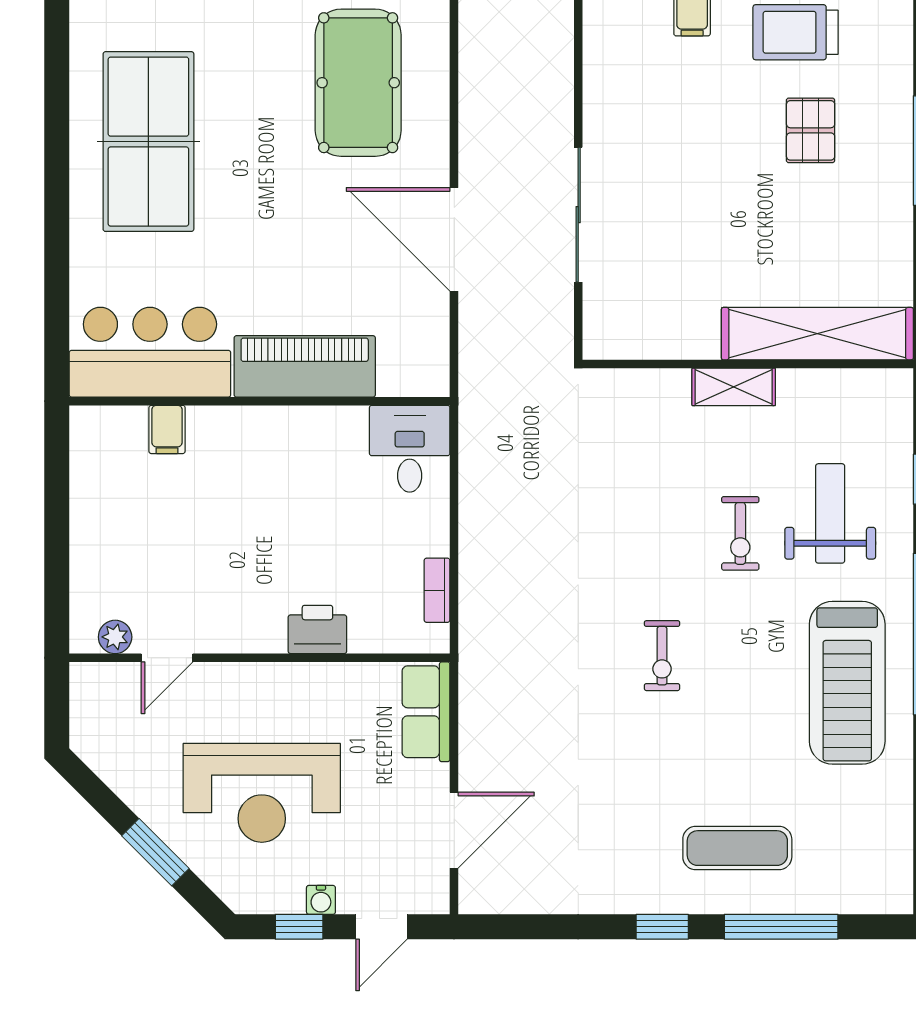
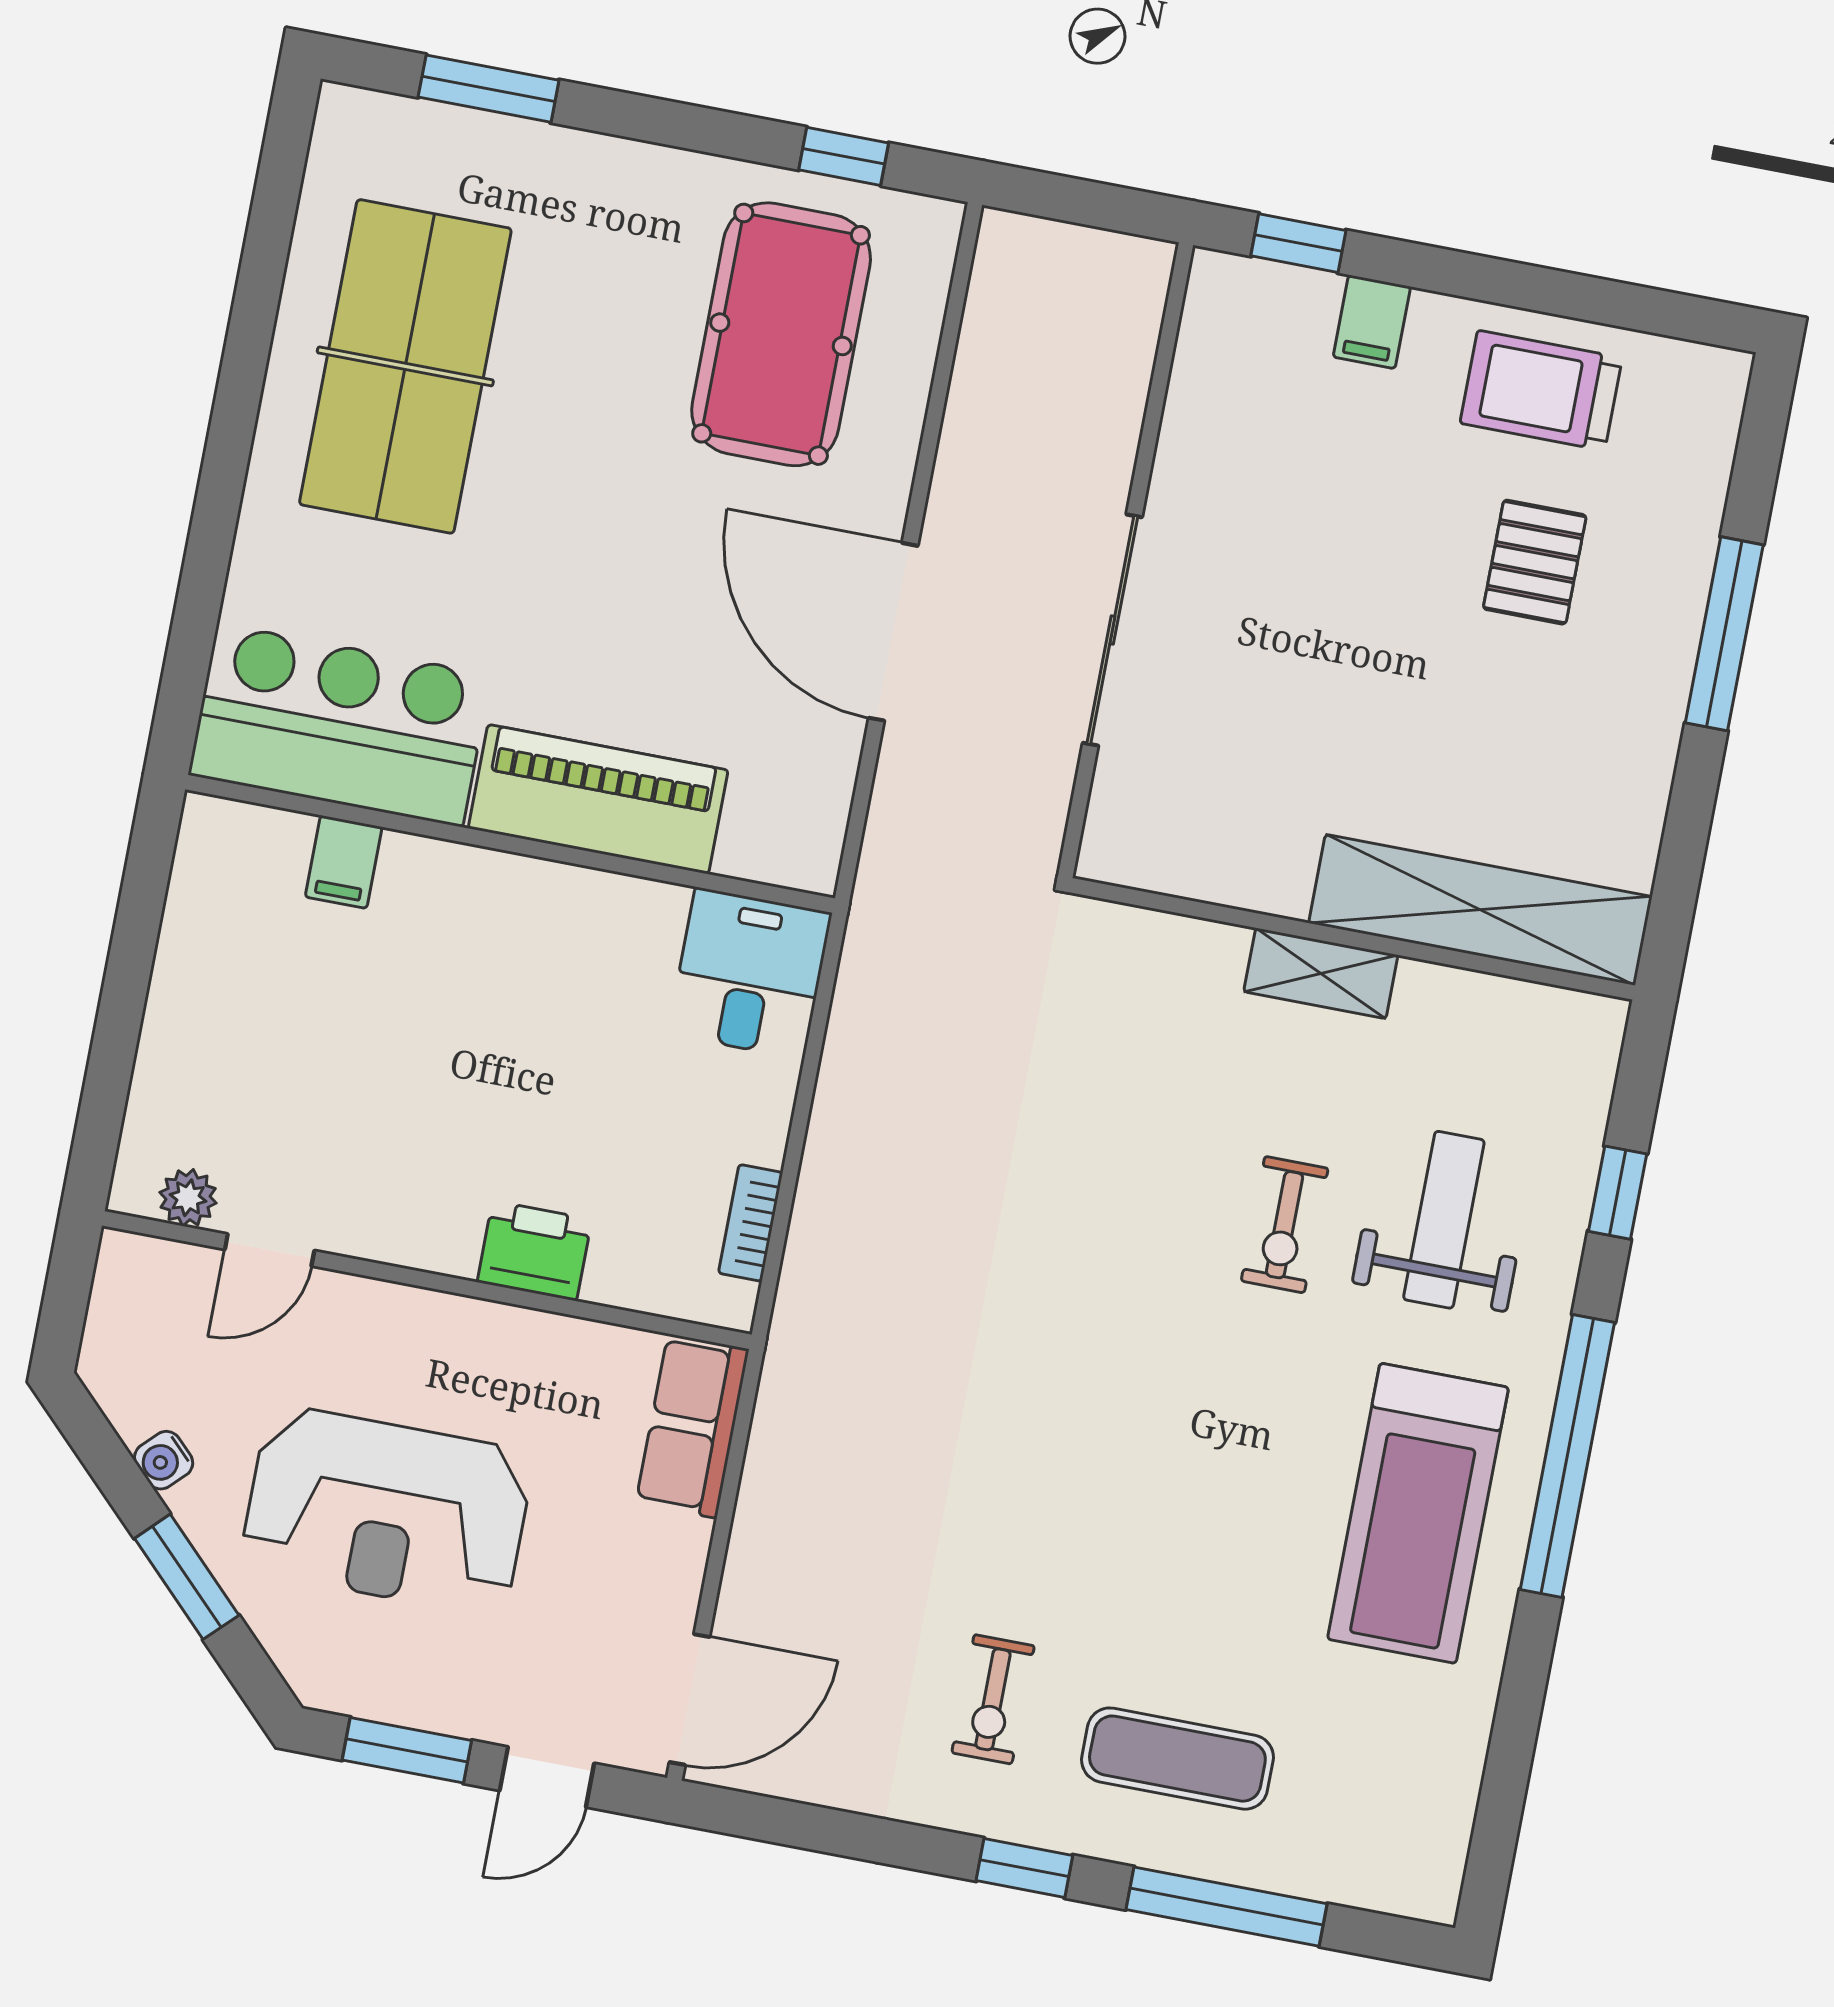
exercise bike: (662, 656) -> (993, 1699), moved
door: (454, 830) -> (690, 1699), moved
water cooler: (321, 900) -> (164, 1460), moved, turned 45
window: (299, 927) -> (407, 1750), width x1.50

